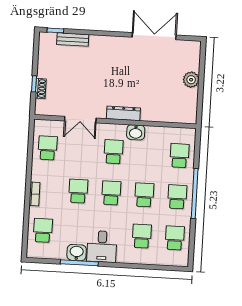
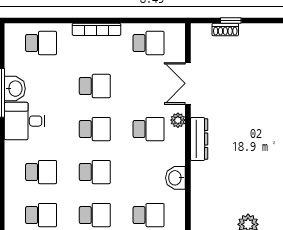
plant: (108, 129) -> (178, 120), added
washbasin: (136, 132) -> (175, 178), moved
bookcase: (34, 194) -> (97, 29), width x1.56

